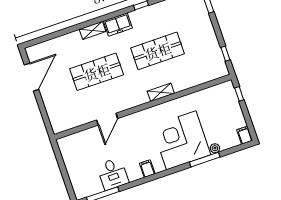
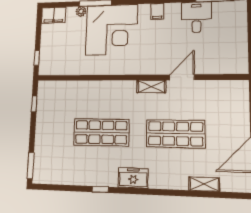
shelving: (93, 30) -> (204, 184), moved
shelving: (161, 92) -> (151, 87), moved
filing cabinet: (245, 135) -> (54, 15), width x2.00

